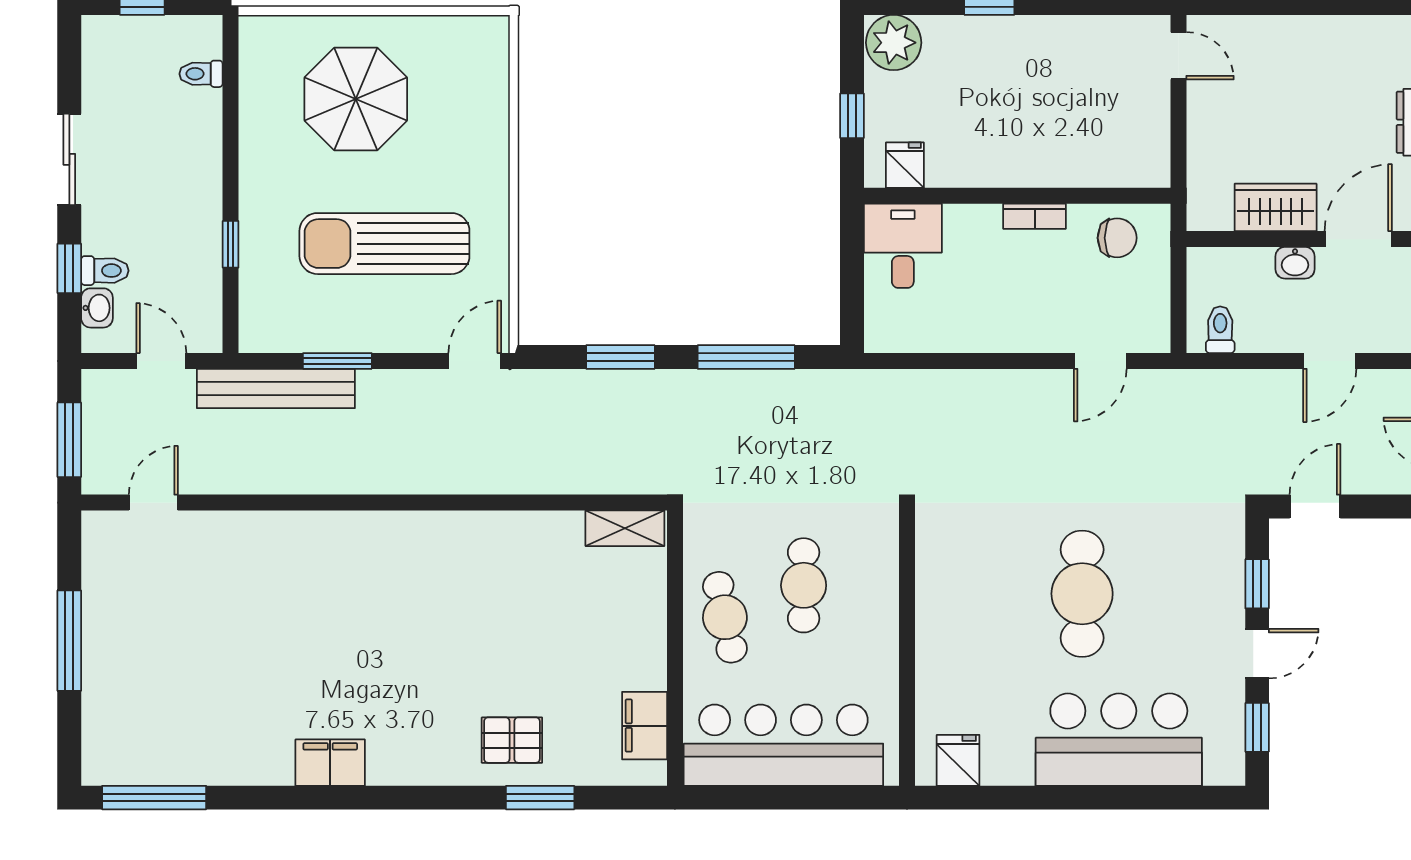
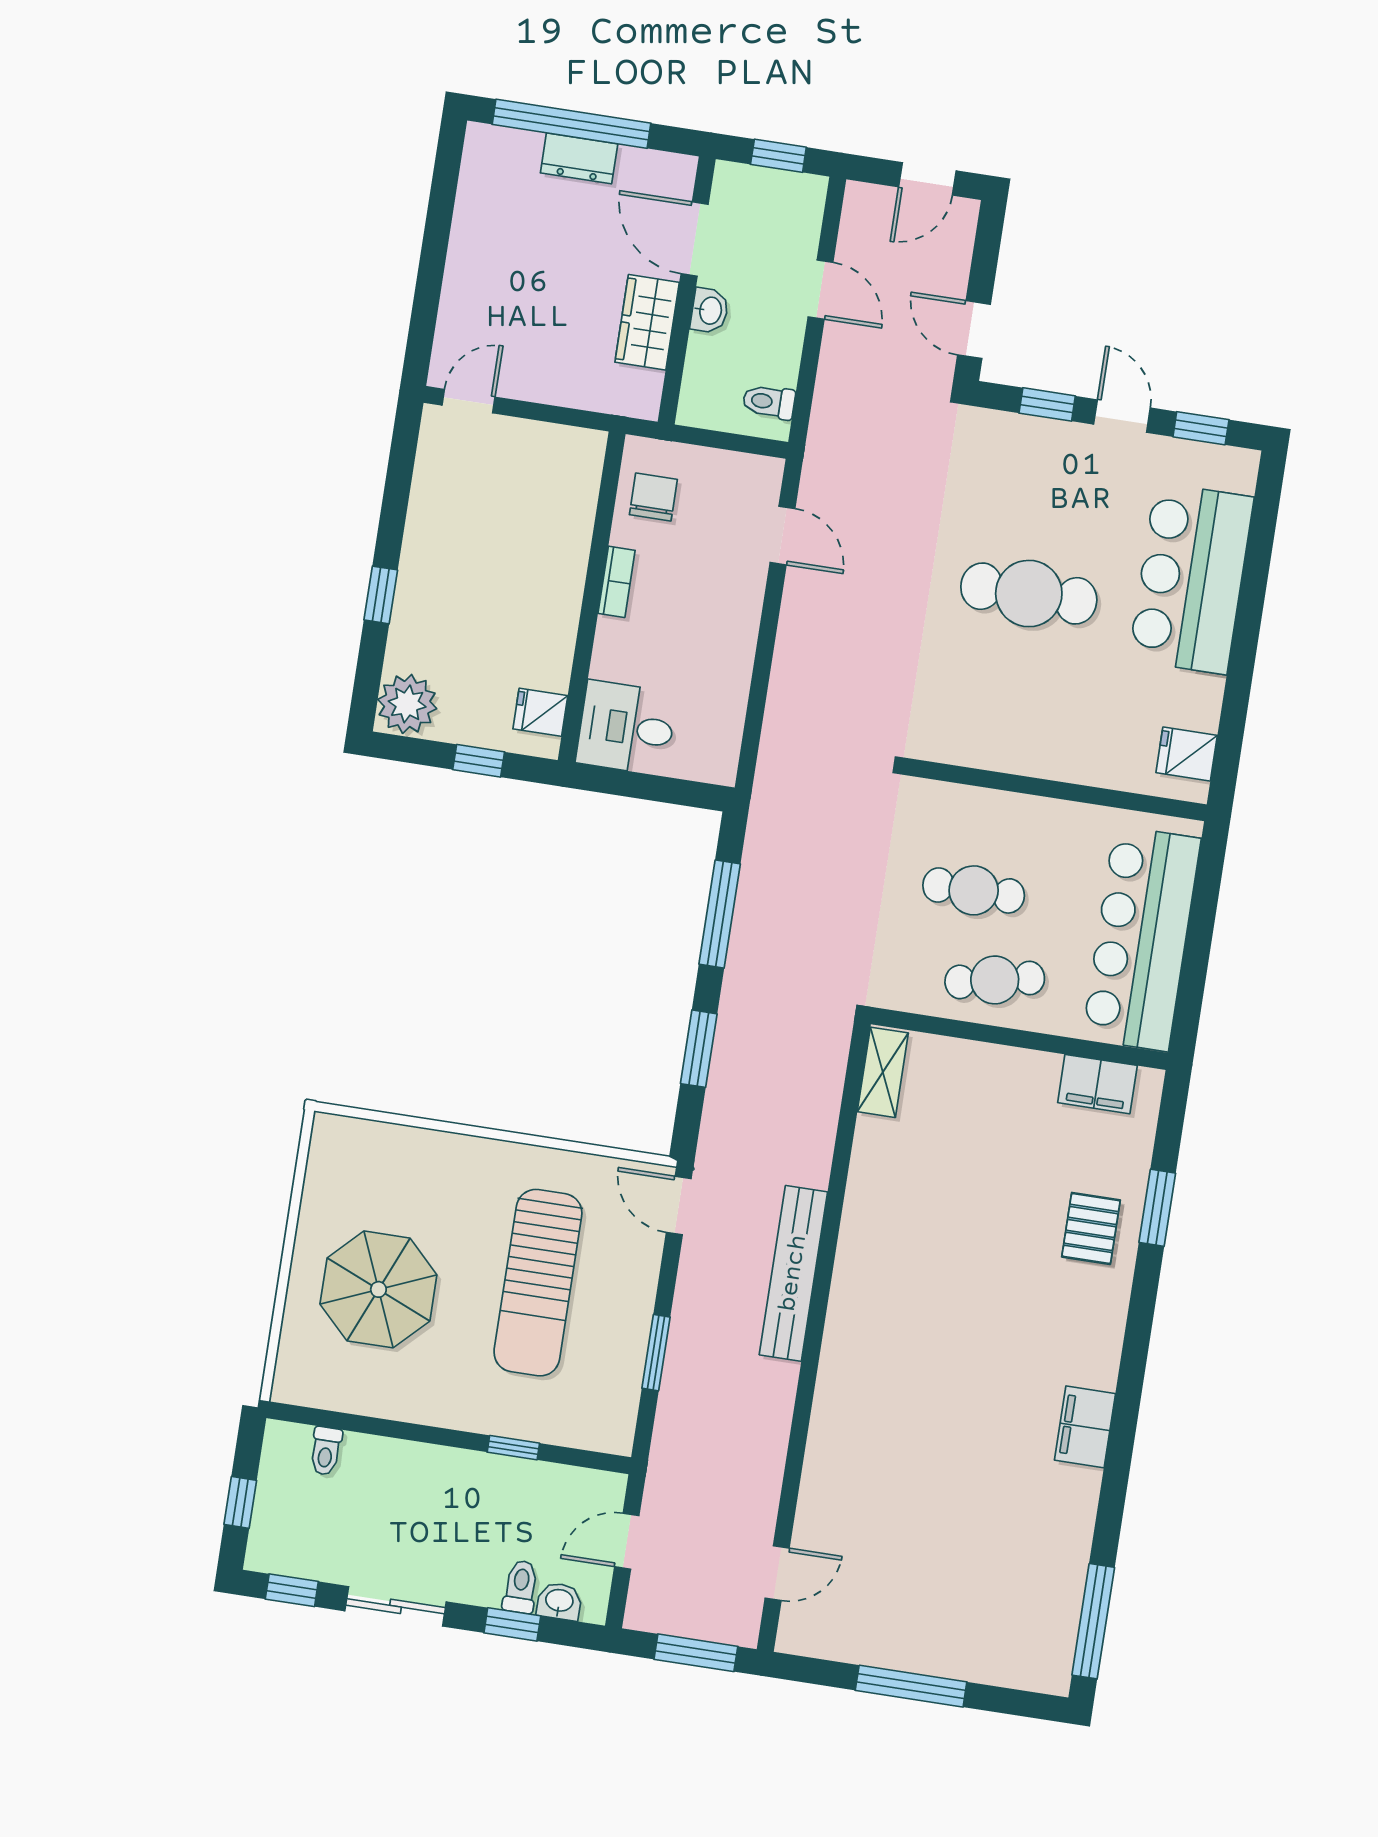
window: (69, 62) -> (292, 1590), added
bench: (276, 389) -> (793, 1273), moved
door: (153, 503) -> (777, 1573), swing flipped

